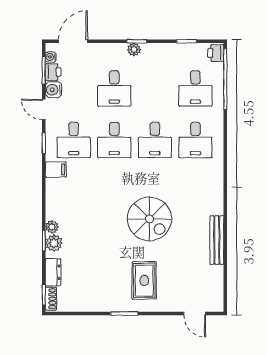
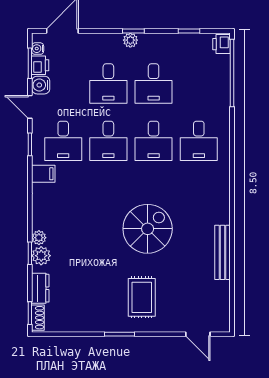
desk: (195, 88) -> (154, 84), moved
spiral stairs: (149, 219) -> (148, 229), turned -90

